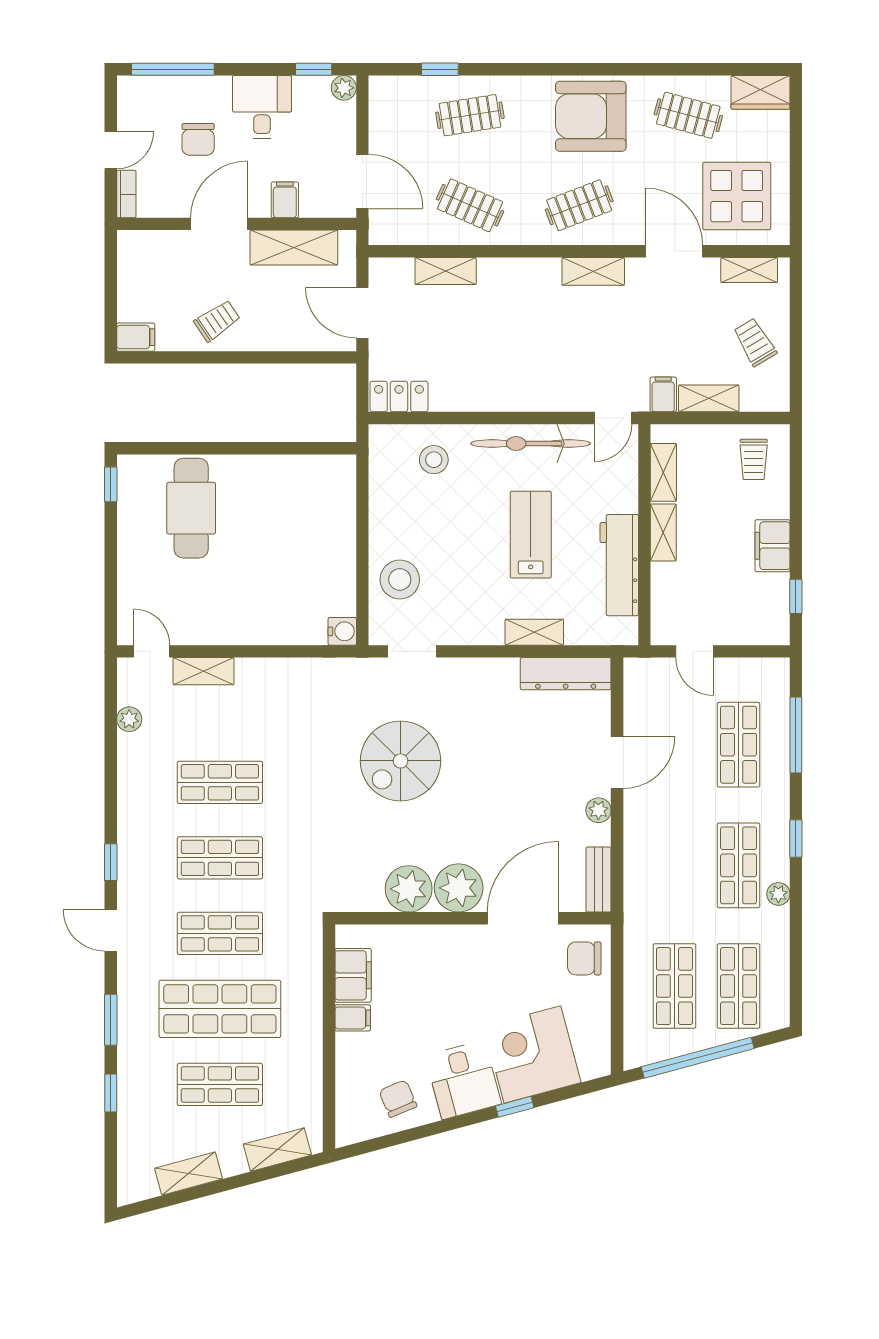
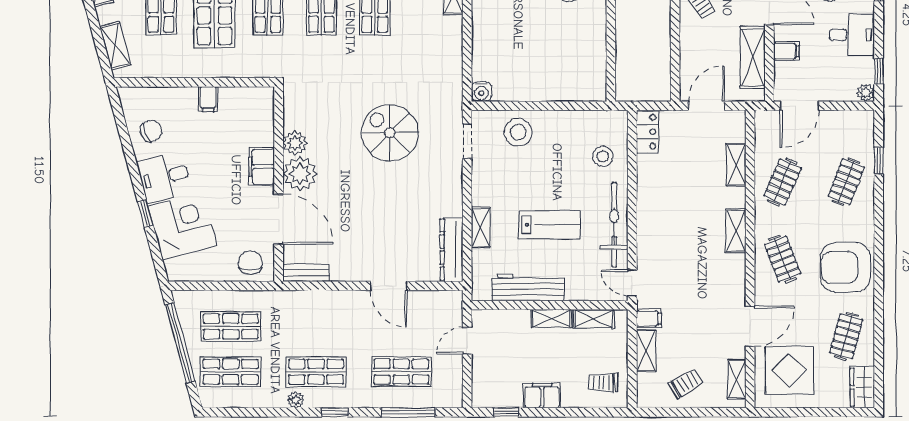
clothes rail: (470, 115) -> (846, 182), turned 30
armchair: (591, 116) -> (845, 267), turned -90
shelving: (593, 271) -> (736, 231), moved
plant: (598, 810) -> (355, 273), removed
plant: (409, 889) -> (295, 143), width x0.73, depth x0.73
filing cabinet: (353, 975) -> (262, 167), moved, turned 90

